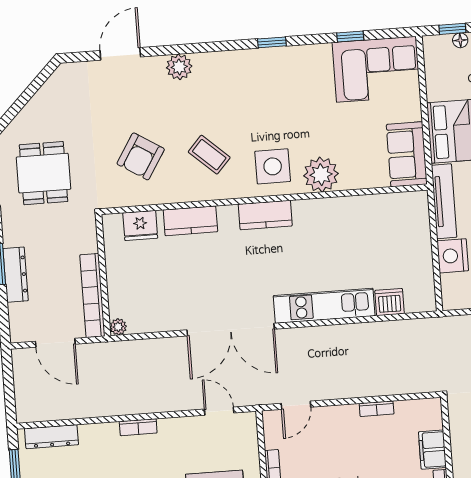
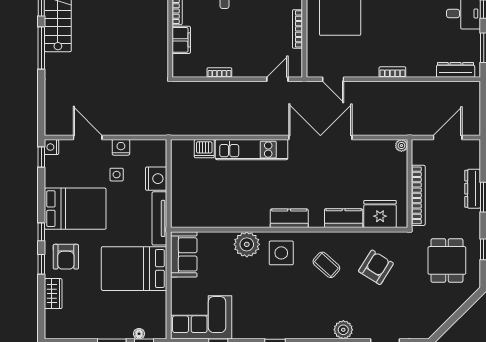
fridge: (140, 225) -> (380, 214), width x1.36, depth x1.34
bookcase: (92, 295) -> (418, 195), moved
door: (55, 343) -> (448, 137), hinge flipped

